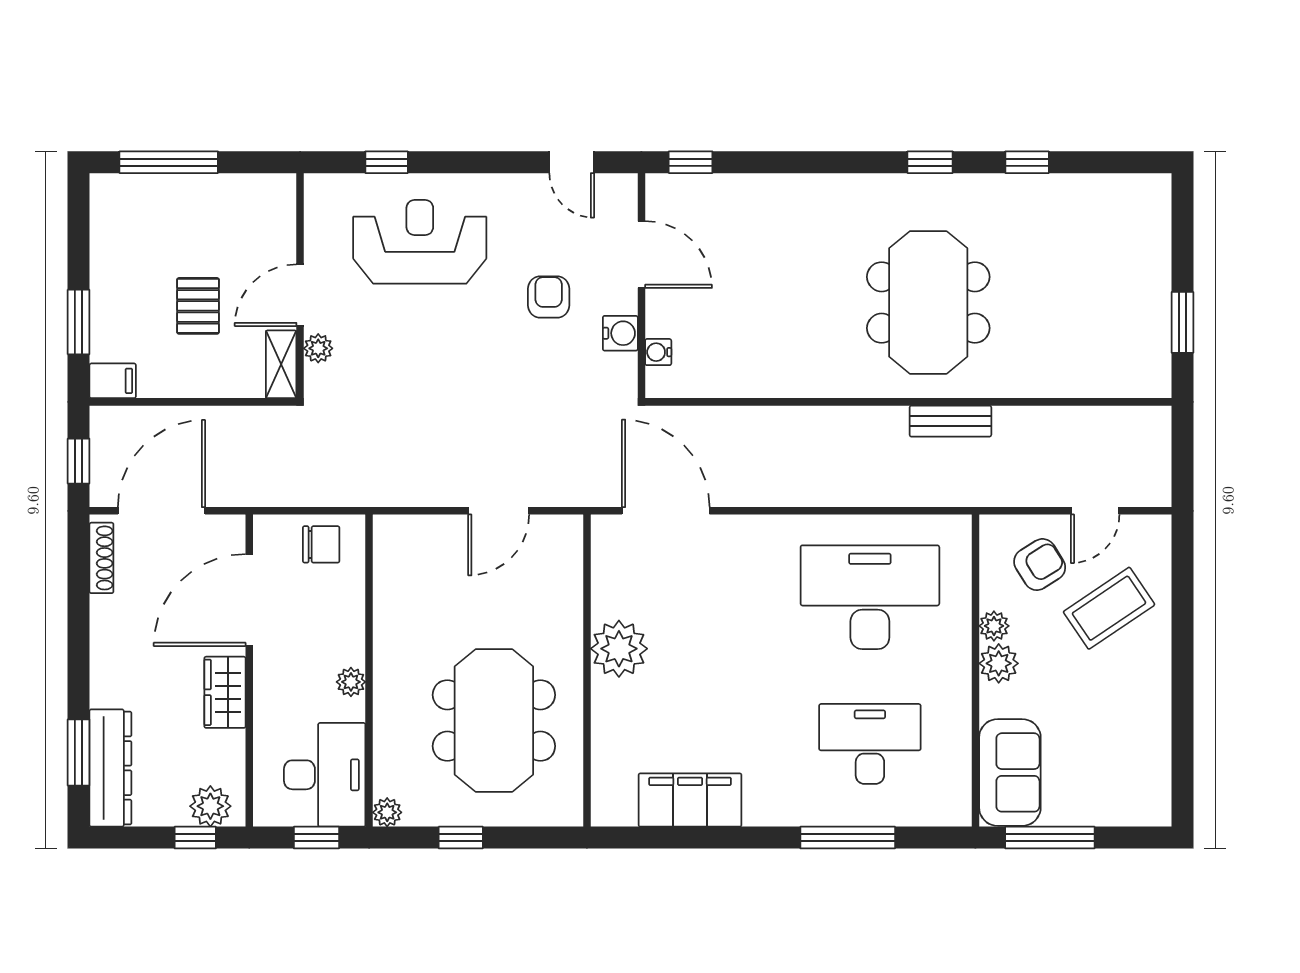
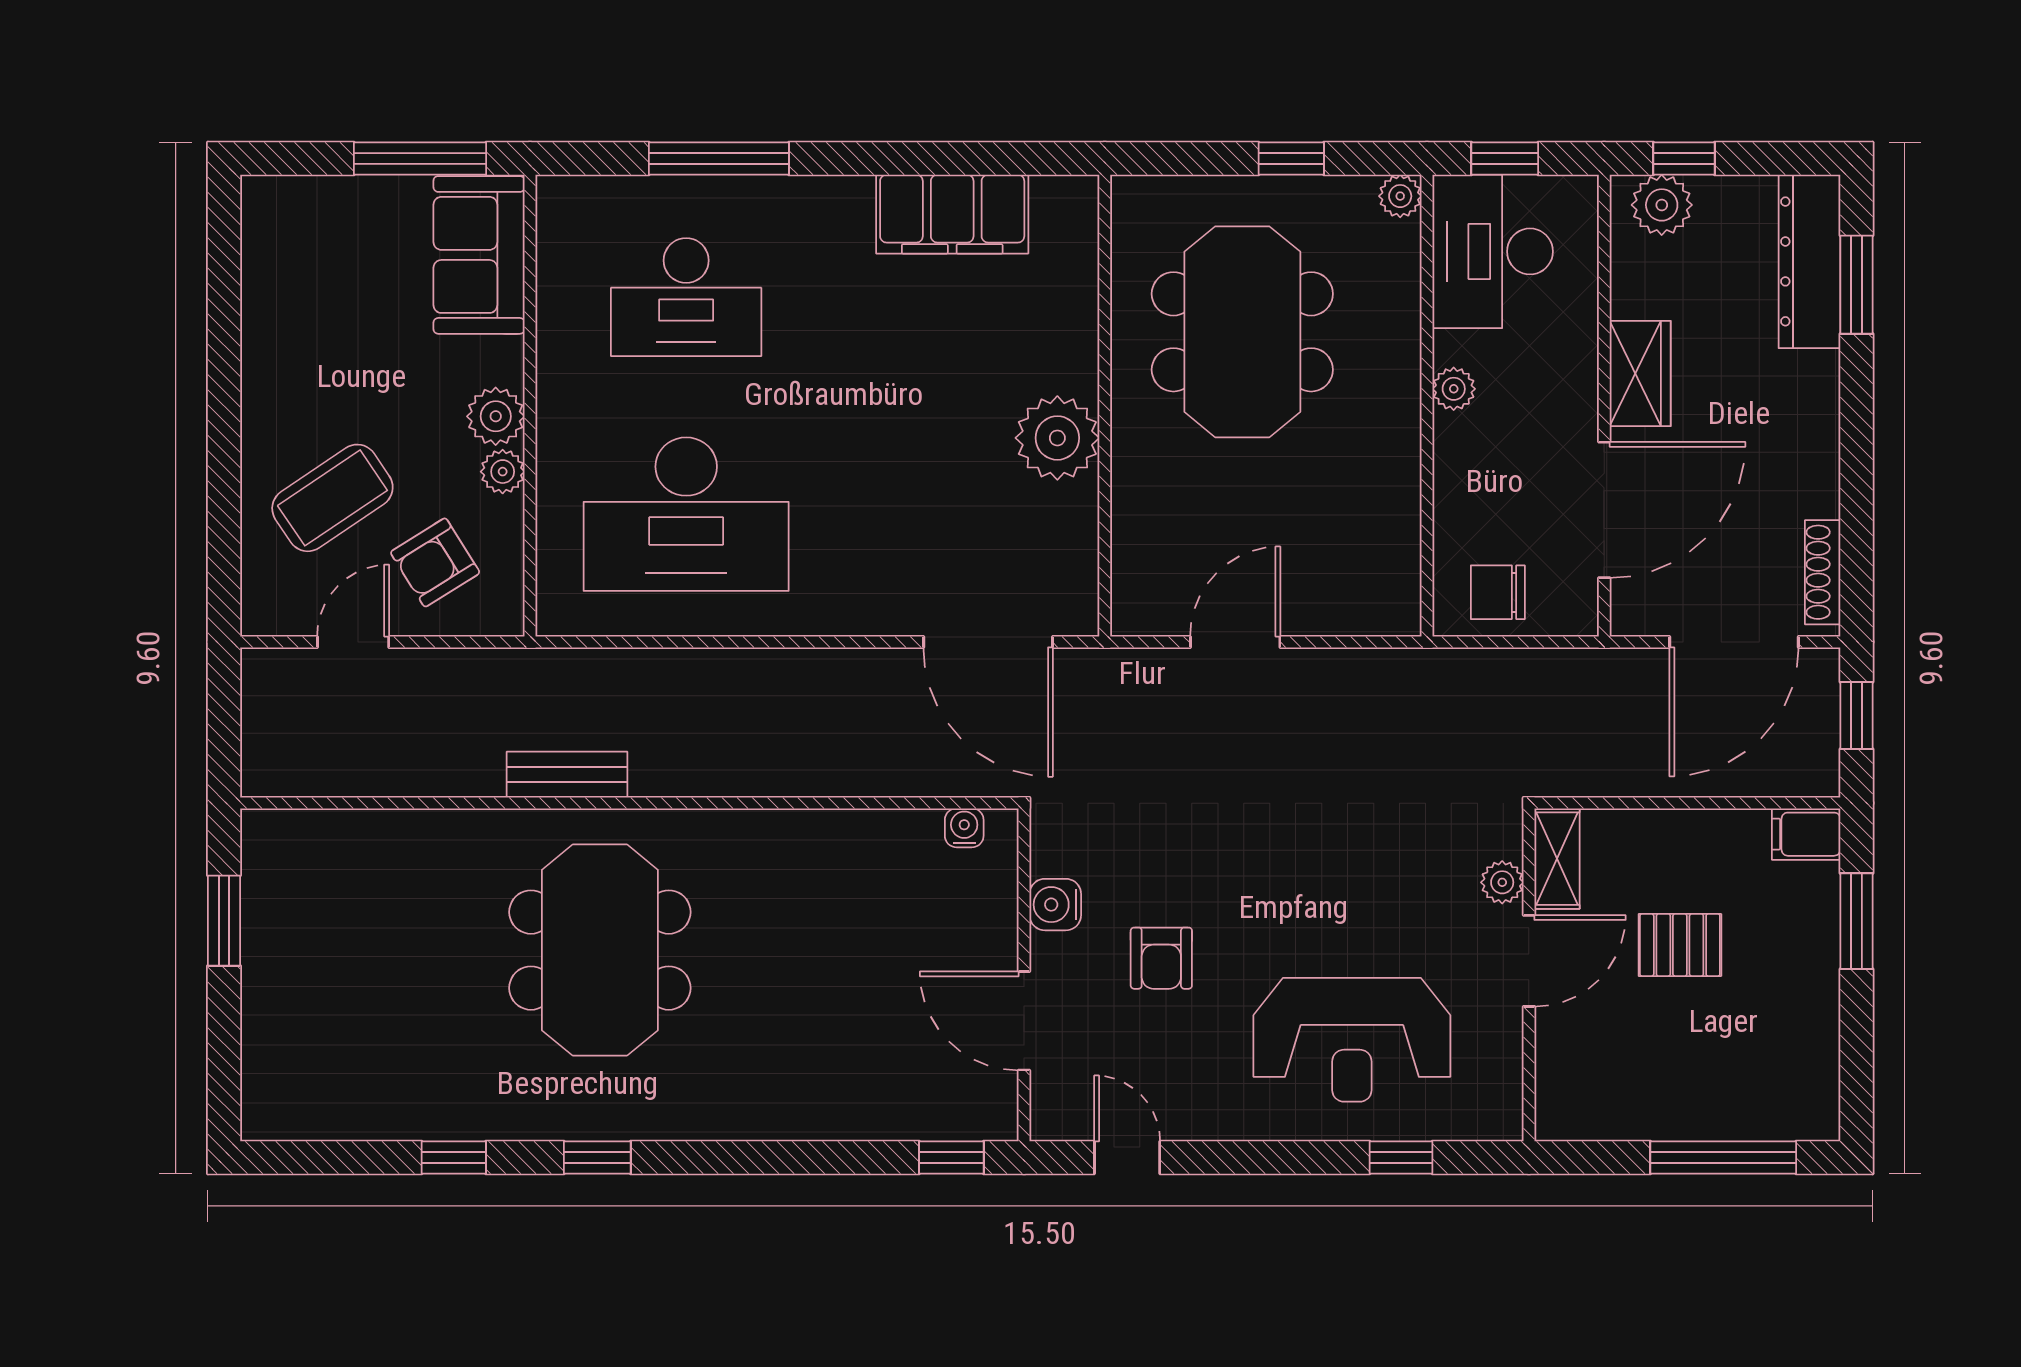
pallet: (198, 306) -> (1680, 945), turned 90
water cooler: (658, 352) -> (964, 828), moved, turned -90

